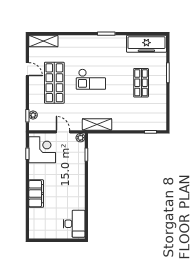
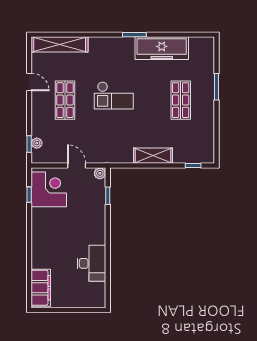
shelving: (43, 41) -> (60, 44), width x1.47
freezer: (146, 44) -> (162, 48), moved
shop shelf: (54, 83) -> (65, 100), width x0.70, depth x0.74
shelving: (97, 124) -> (153, 156), moved
filing cabinet: (36, 194) -> (41, 288), moved
desk: (74, 224) -> (91, 263), moved

